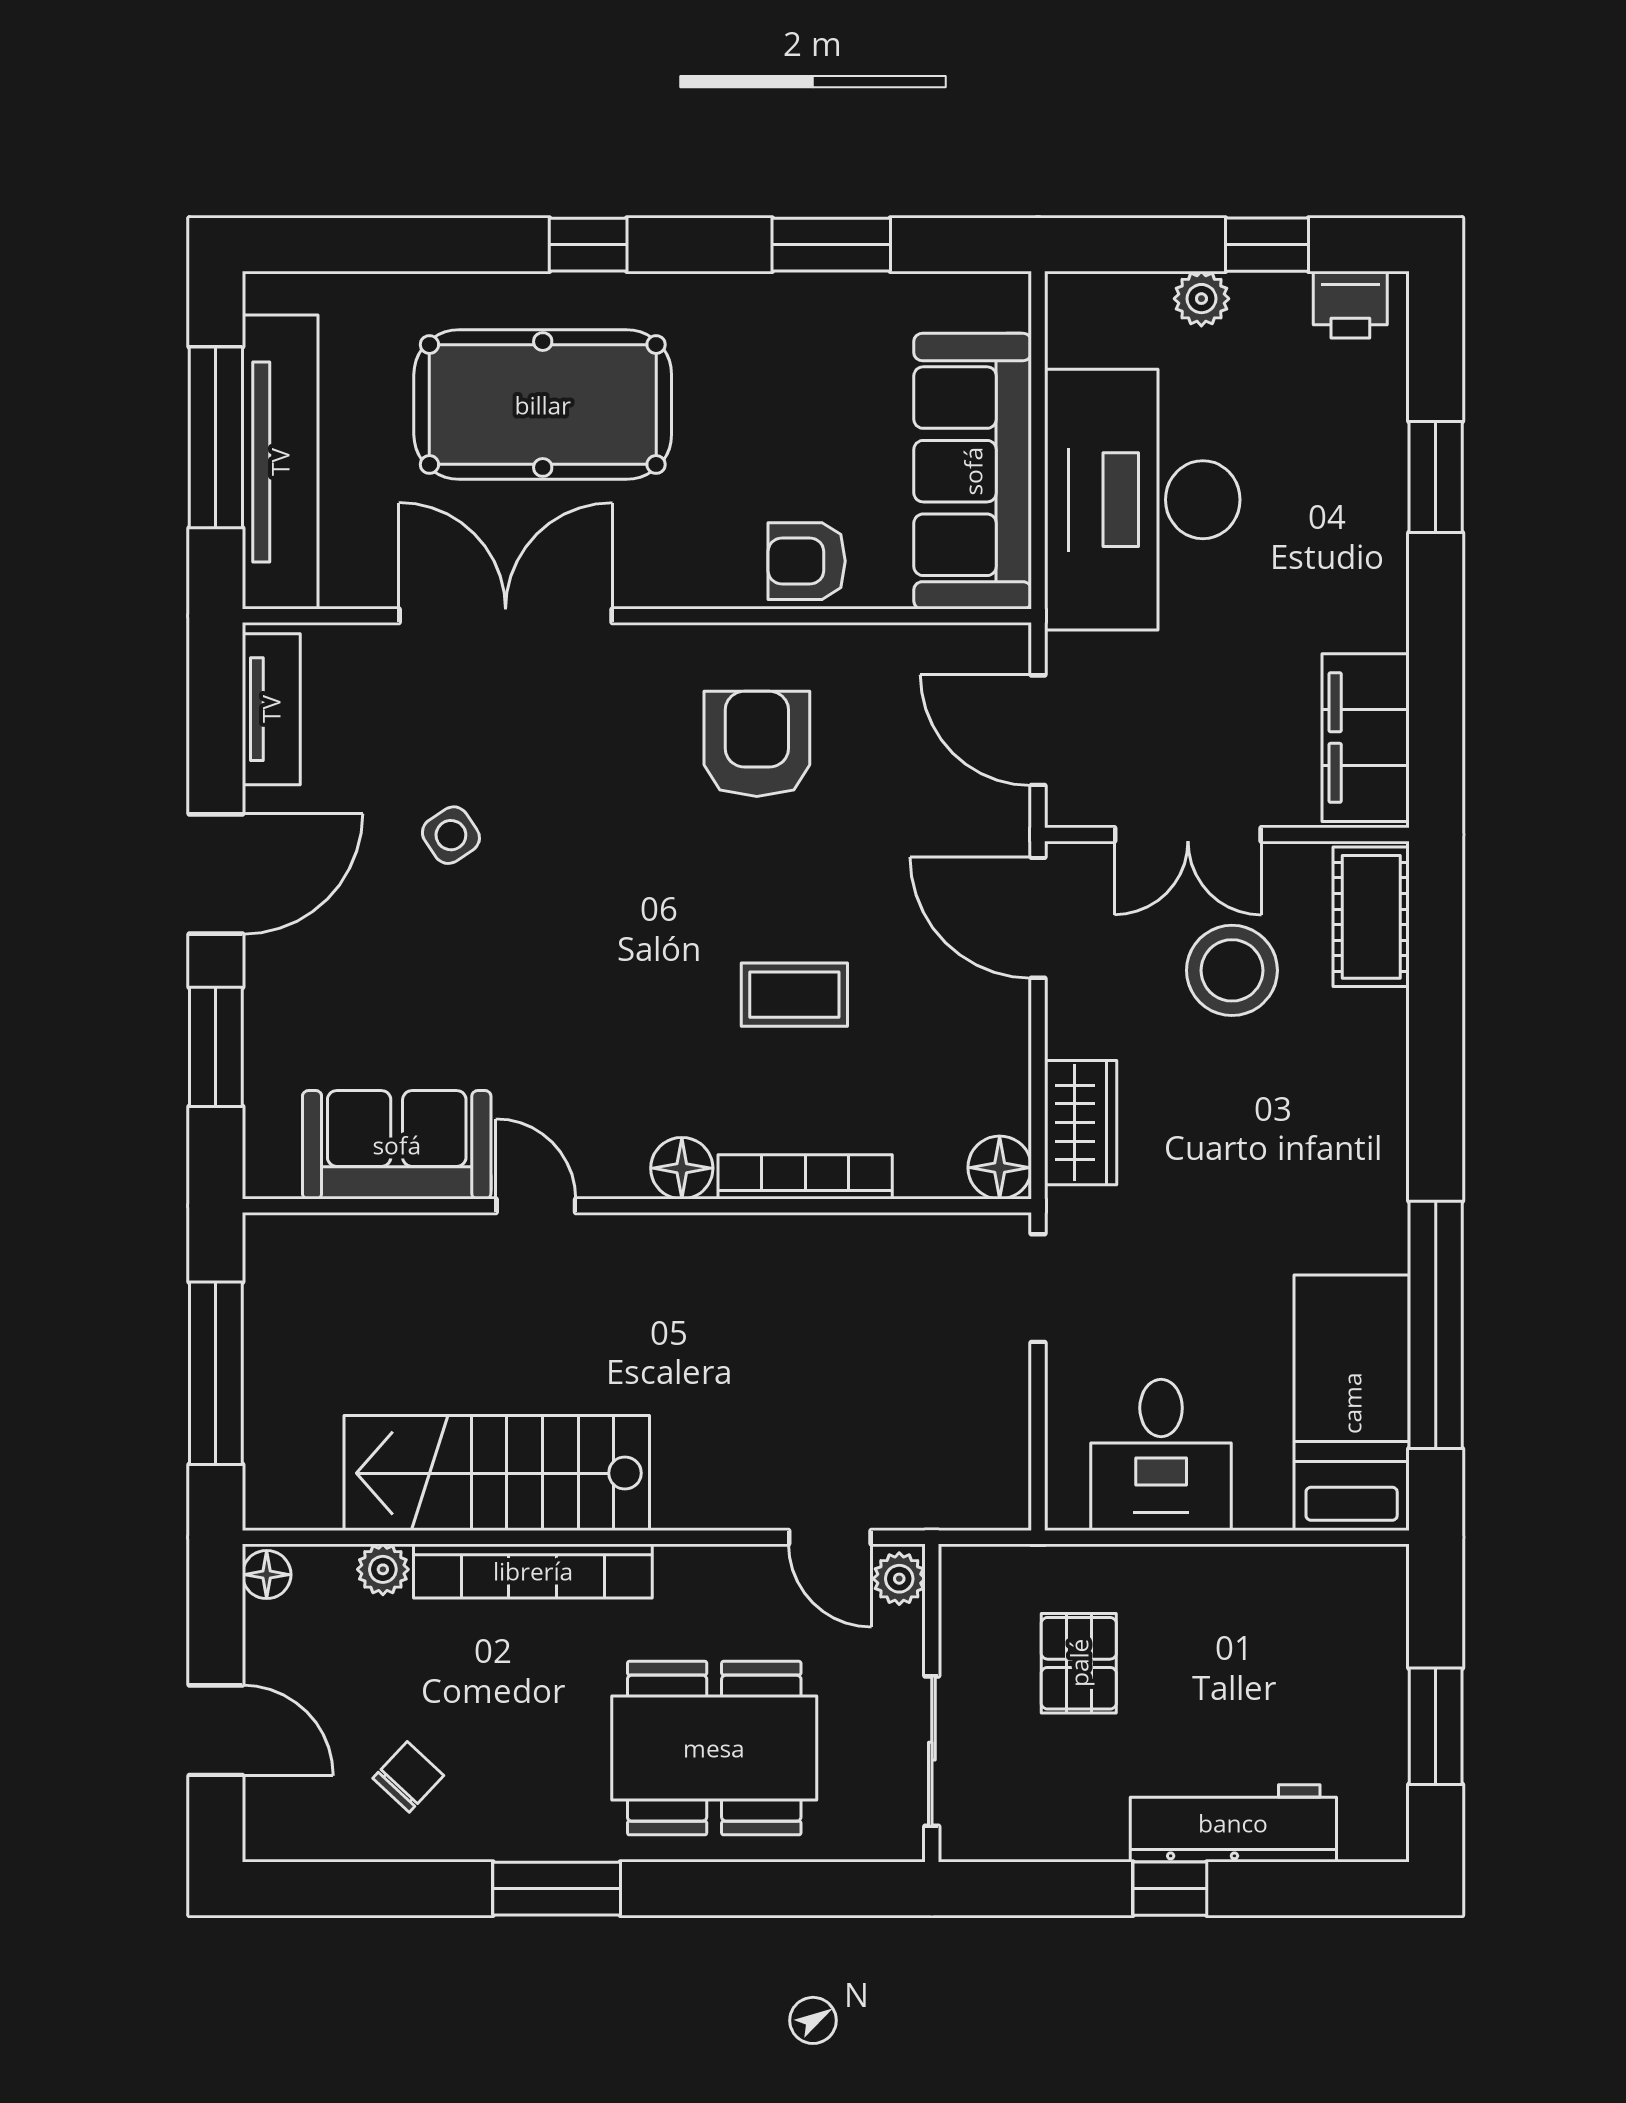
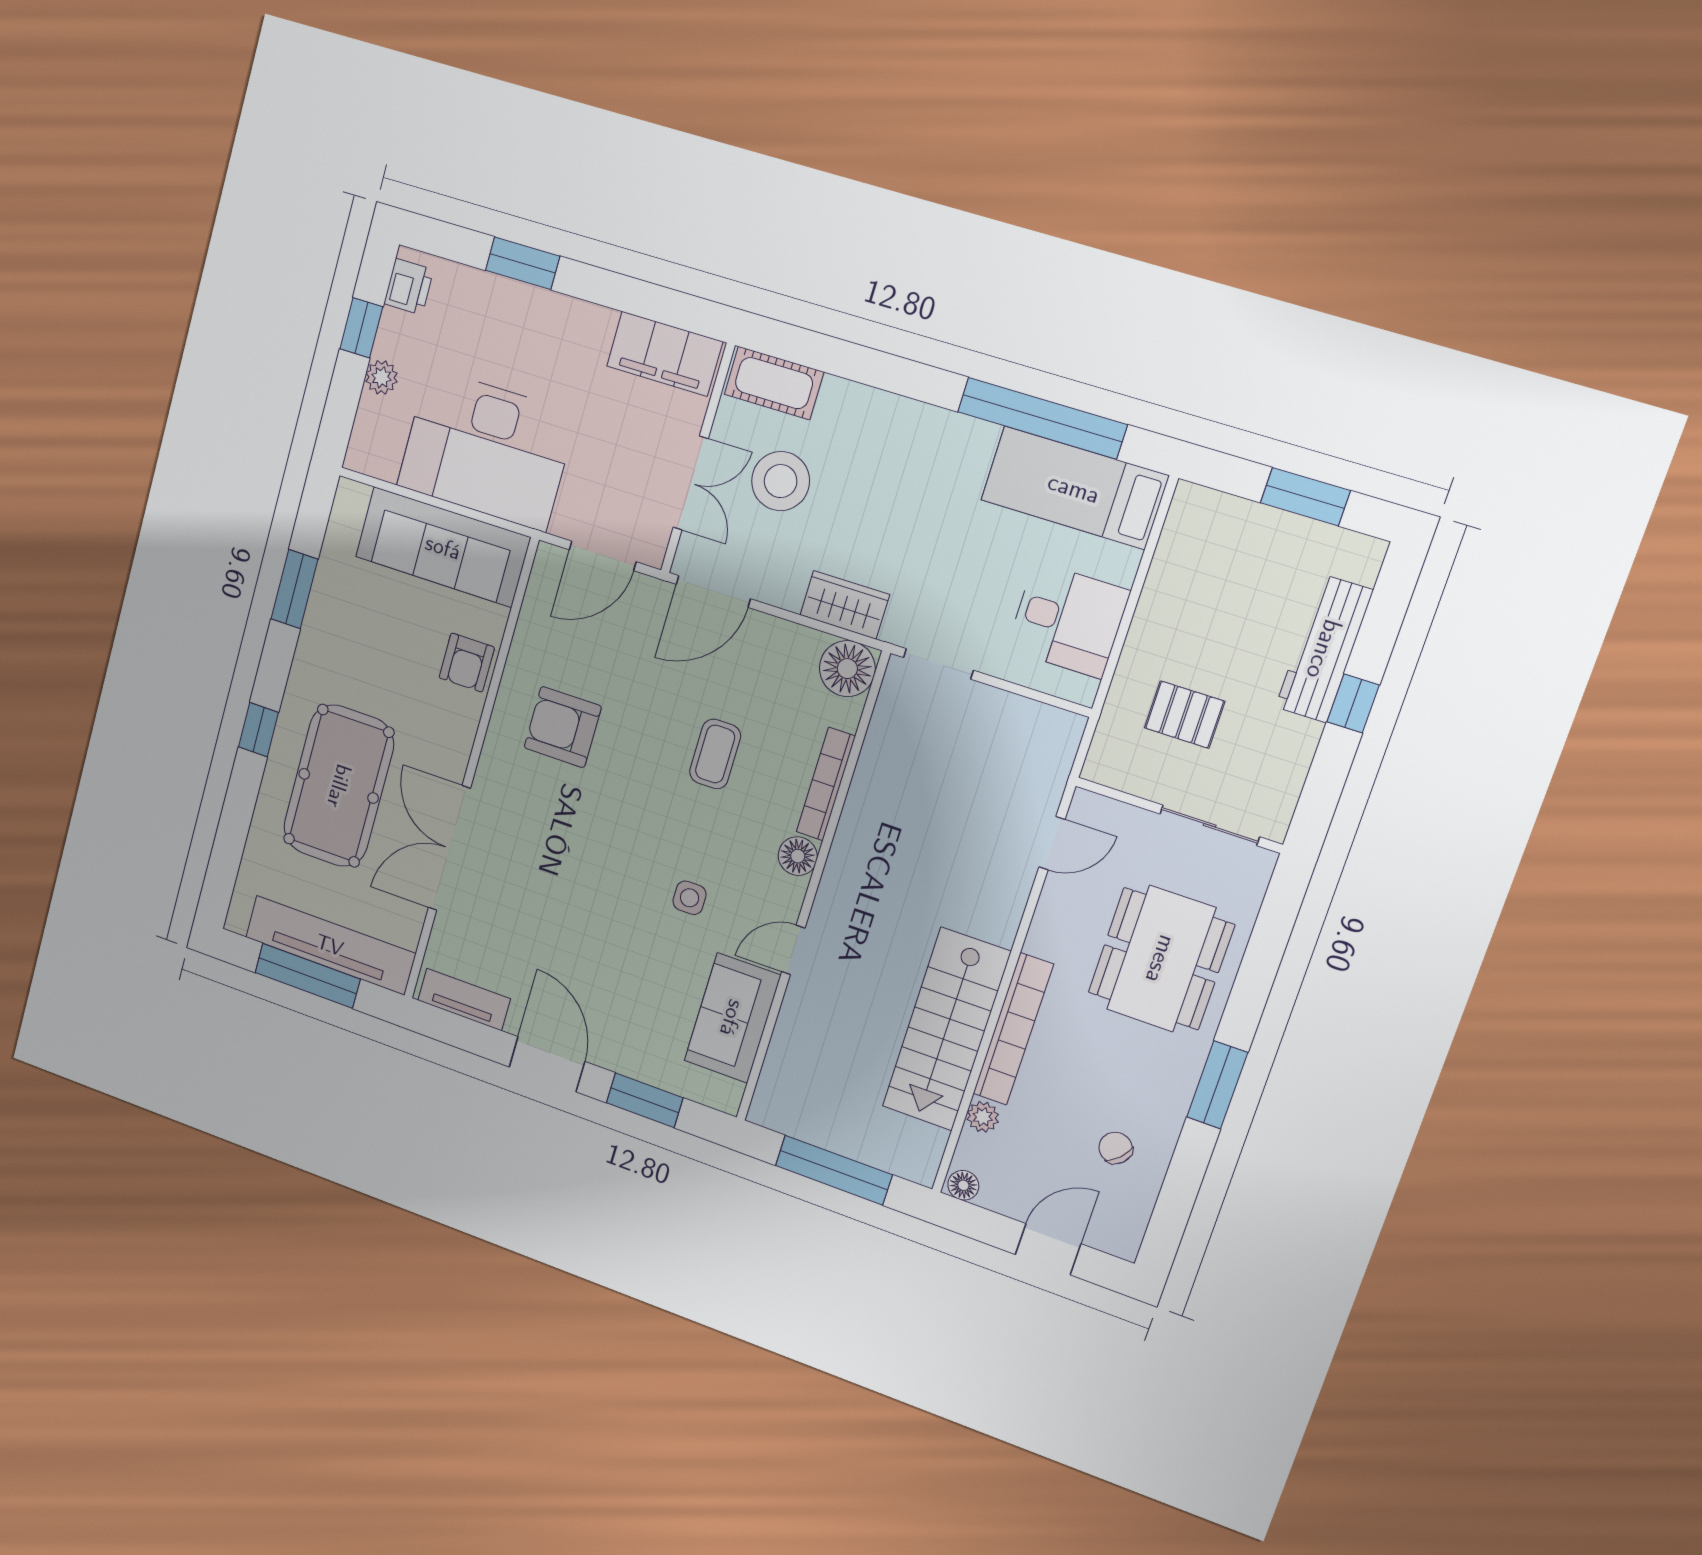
side table: (451, 835) -> (690, 898), moved, turned 34
floor lamp: (1000, 1168) -> (847, 669), width x1.38, depth x1.38
plant: (899, 1579) -> (1092, 809), removed

